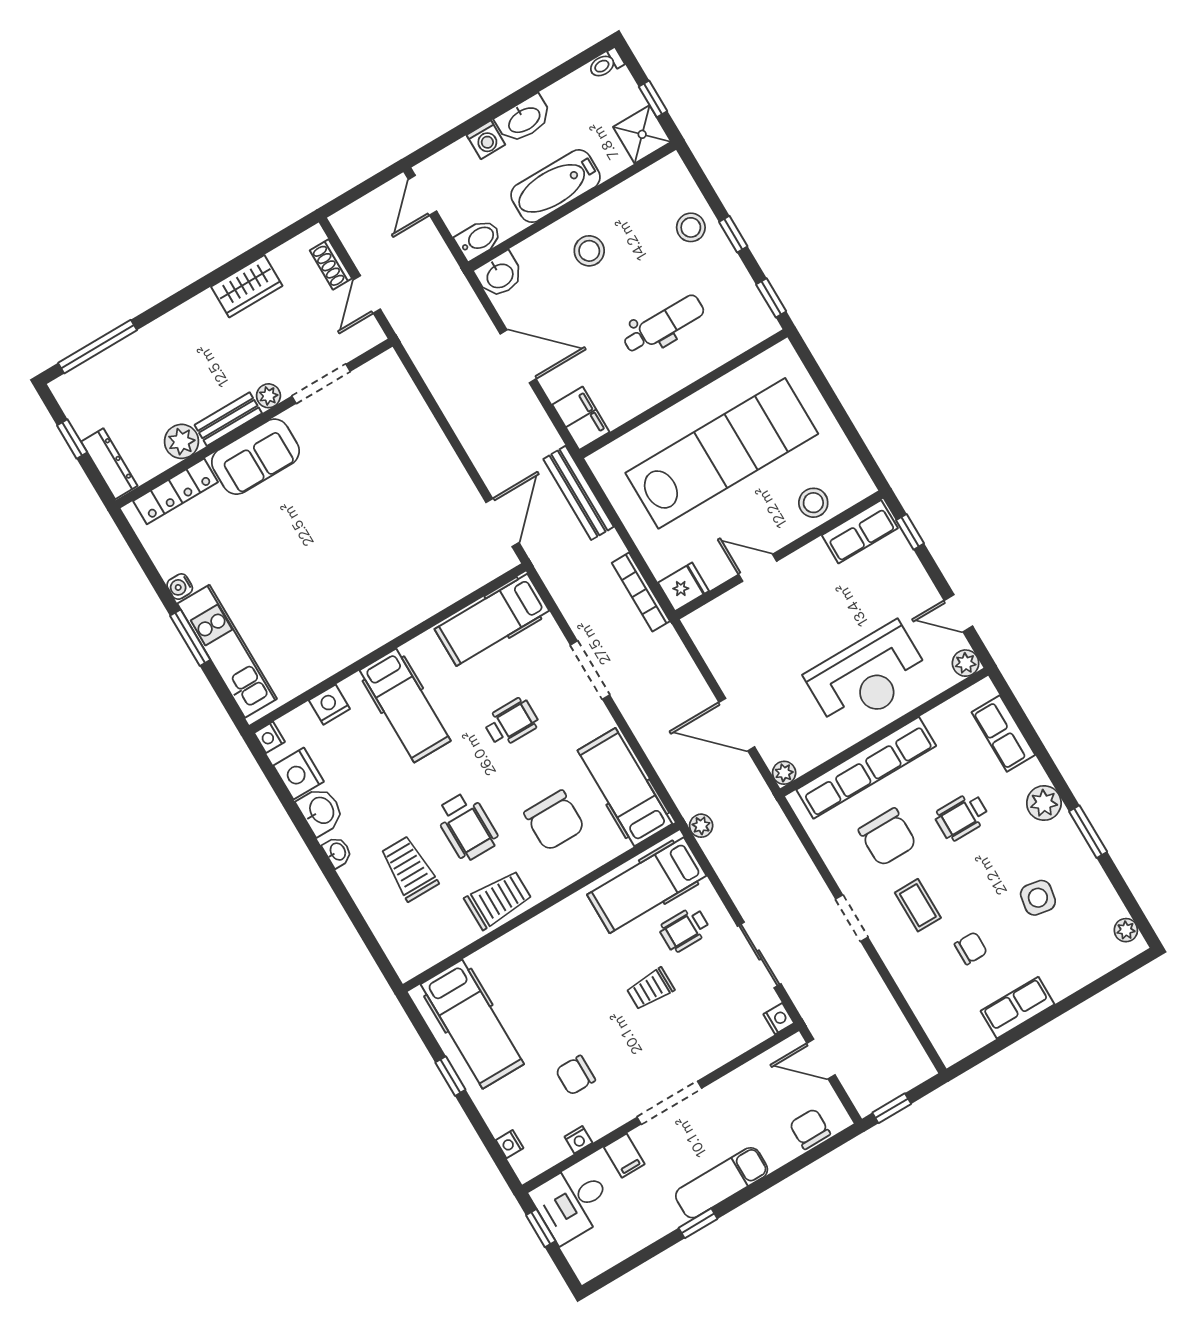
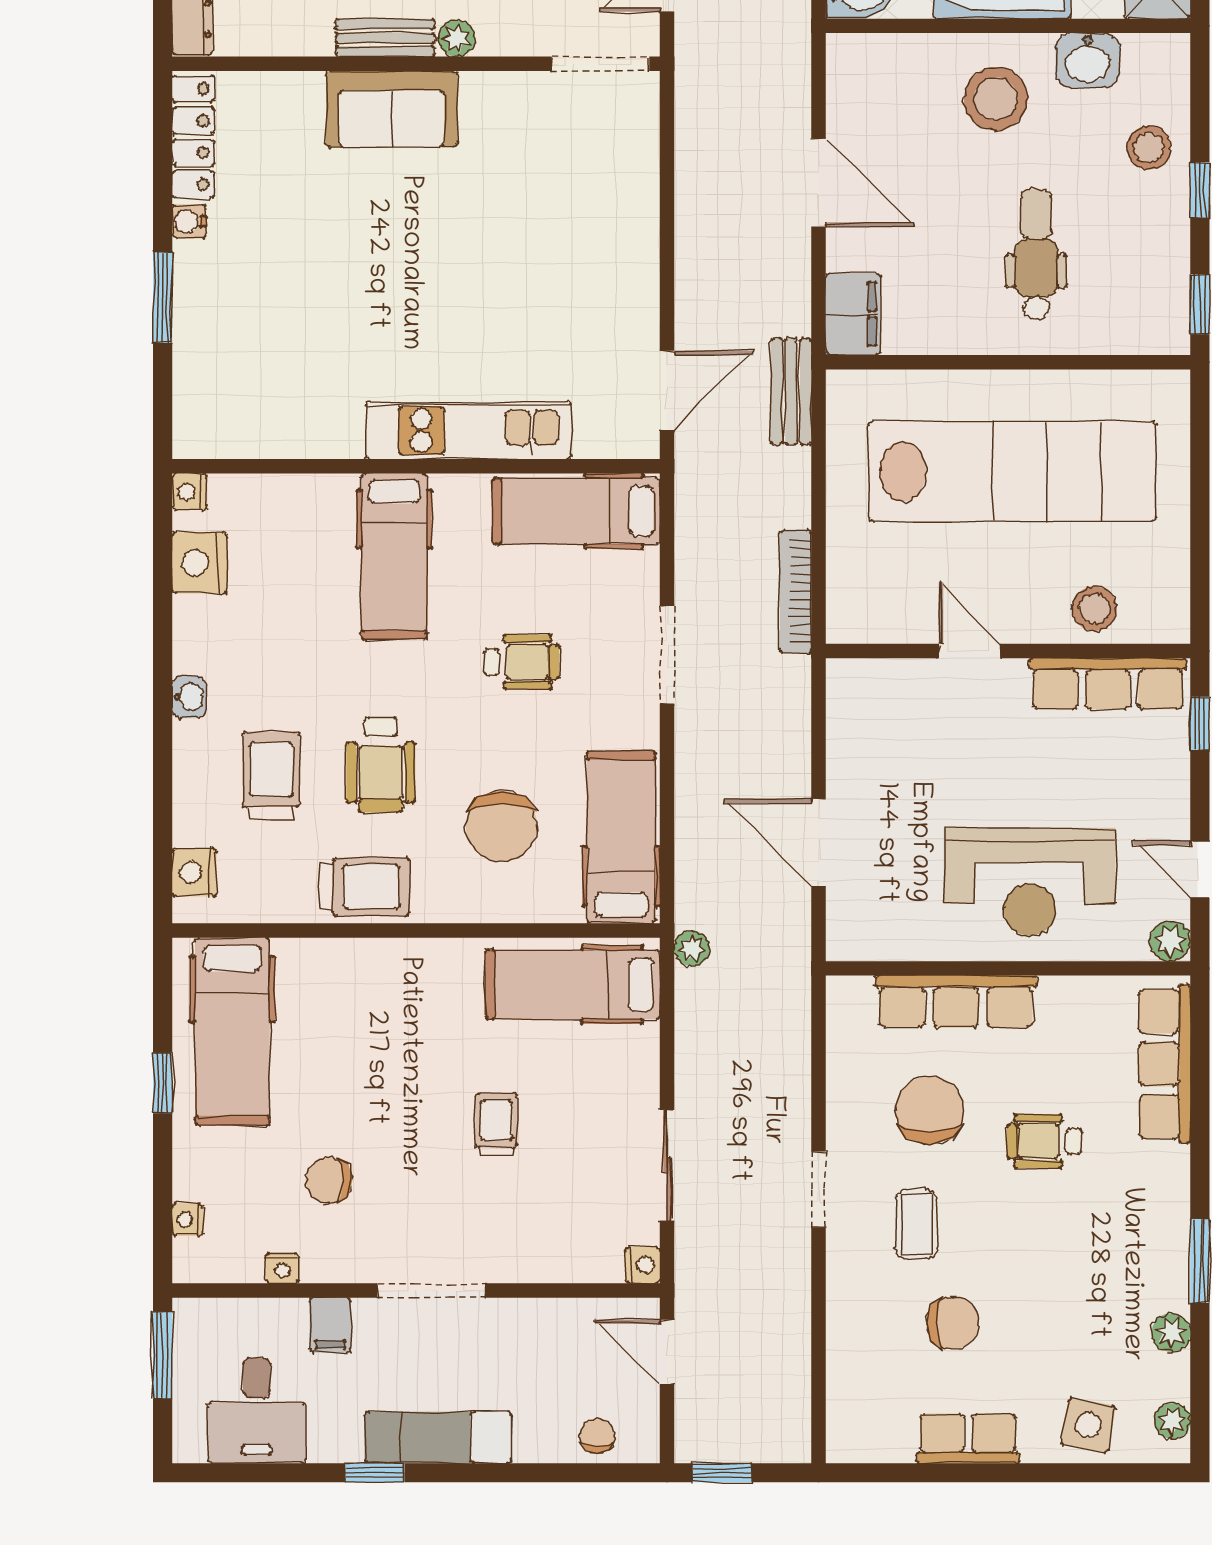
stool: (589, 251) -> (996, 99), width x1.38, depth x1.38
washbasin: (500, 275) -> (1088, 60), moved
dental chair: (663, 324) -> (1036, 255), turned -90
doorway: (321, 384) -> (601, 64), moved
plant: (182, 441) -> (306, 30), removed
locker: (176, 491) -> (193, 137), moved, turned -90
bench: (578, 493) -> (791, 392), width x0.73
row of seats: (860, 532) -> (1108, 684), width x1.48
fridge: (684, 587) -> (856, 618), removed
kitchen unit: (227, 651) -> (468, 430), moved, turned -90
nightstand: (329, 705) -> (194, 872), moved, turned -90
row of seats: (1003, 734) -> (1165, 1064), width x1.48
row of seats: (866, 768) -> (956, 1002), width x0.73
plant: (784, 773) -> (843, 944), removed
plant: (1044, 803) -> (1171, 1333), moved, width x0.73, depth x0.73
washbasin: (321, 811) -> (200, 630), removed
chair: (888, 837) -> (930, 1110), turned 180
side table: (1038, 898) -> (1088, 1425), moved
wheelchair: (685, 929) -> (588, 1073), removed
chair: (971, 948) -> (953, 1323), width x1.37, depth x1.37
trolley: (650, 989) -> (496, 1125), turned 90
chair: (810, 1129) -> (597, 1436), width x0.73, depth x0.73
desk: (572, 1202) -> (257, 1411), moved, turned -90
window: (541, 1228) -> (163, 1355), width x1.50

